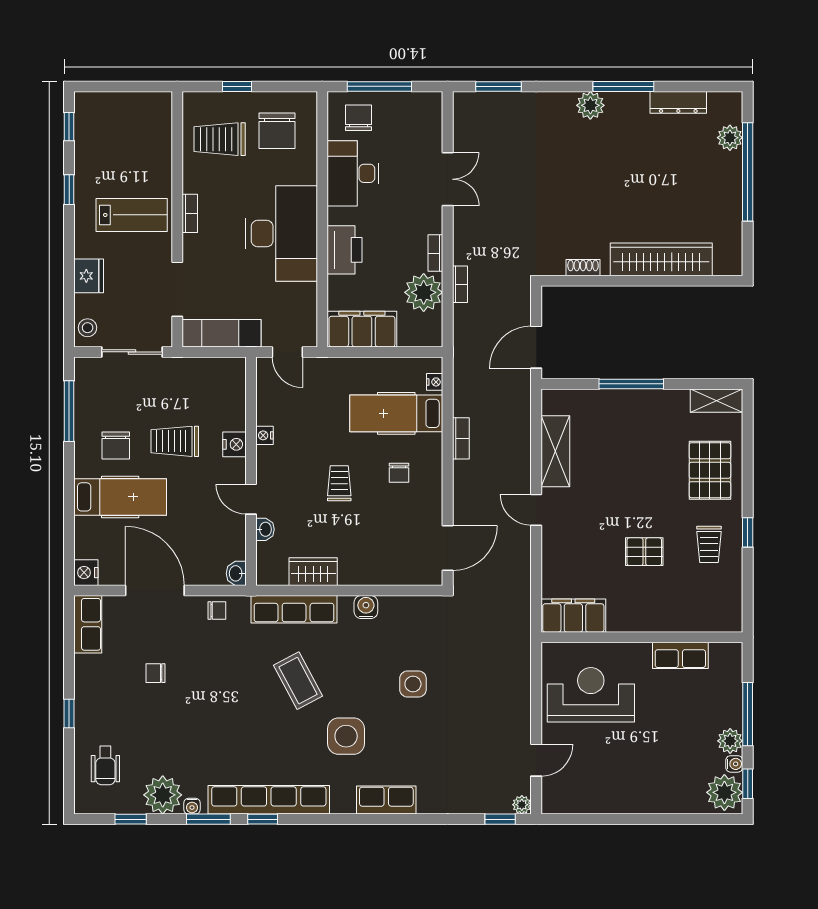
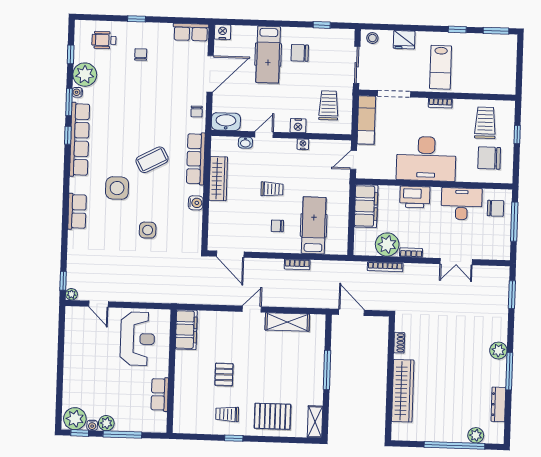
window: (69, 127) -> (496, 31), width x1.50
bookcase: (460, 284) -> (385, 267), width x1.56
nightstand: (435, 382) -> (332, 250), removed
window: (69, 411) -> (322, 25), width x0.46
trolley: (175, 441) -> (329, 105), moved
wardrobe: (313, 572) -> (218, 179), width x1.50
washbasin: (236, 573) -> (226, 122), width x1.91, depth x1.45
chair: (155, 673) -> (141, 55), moved

